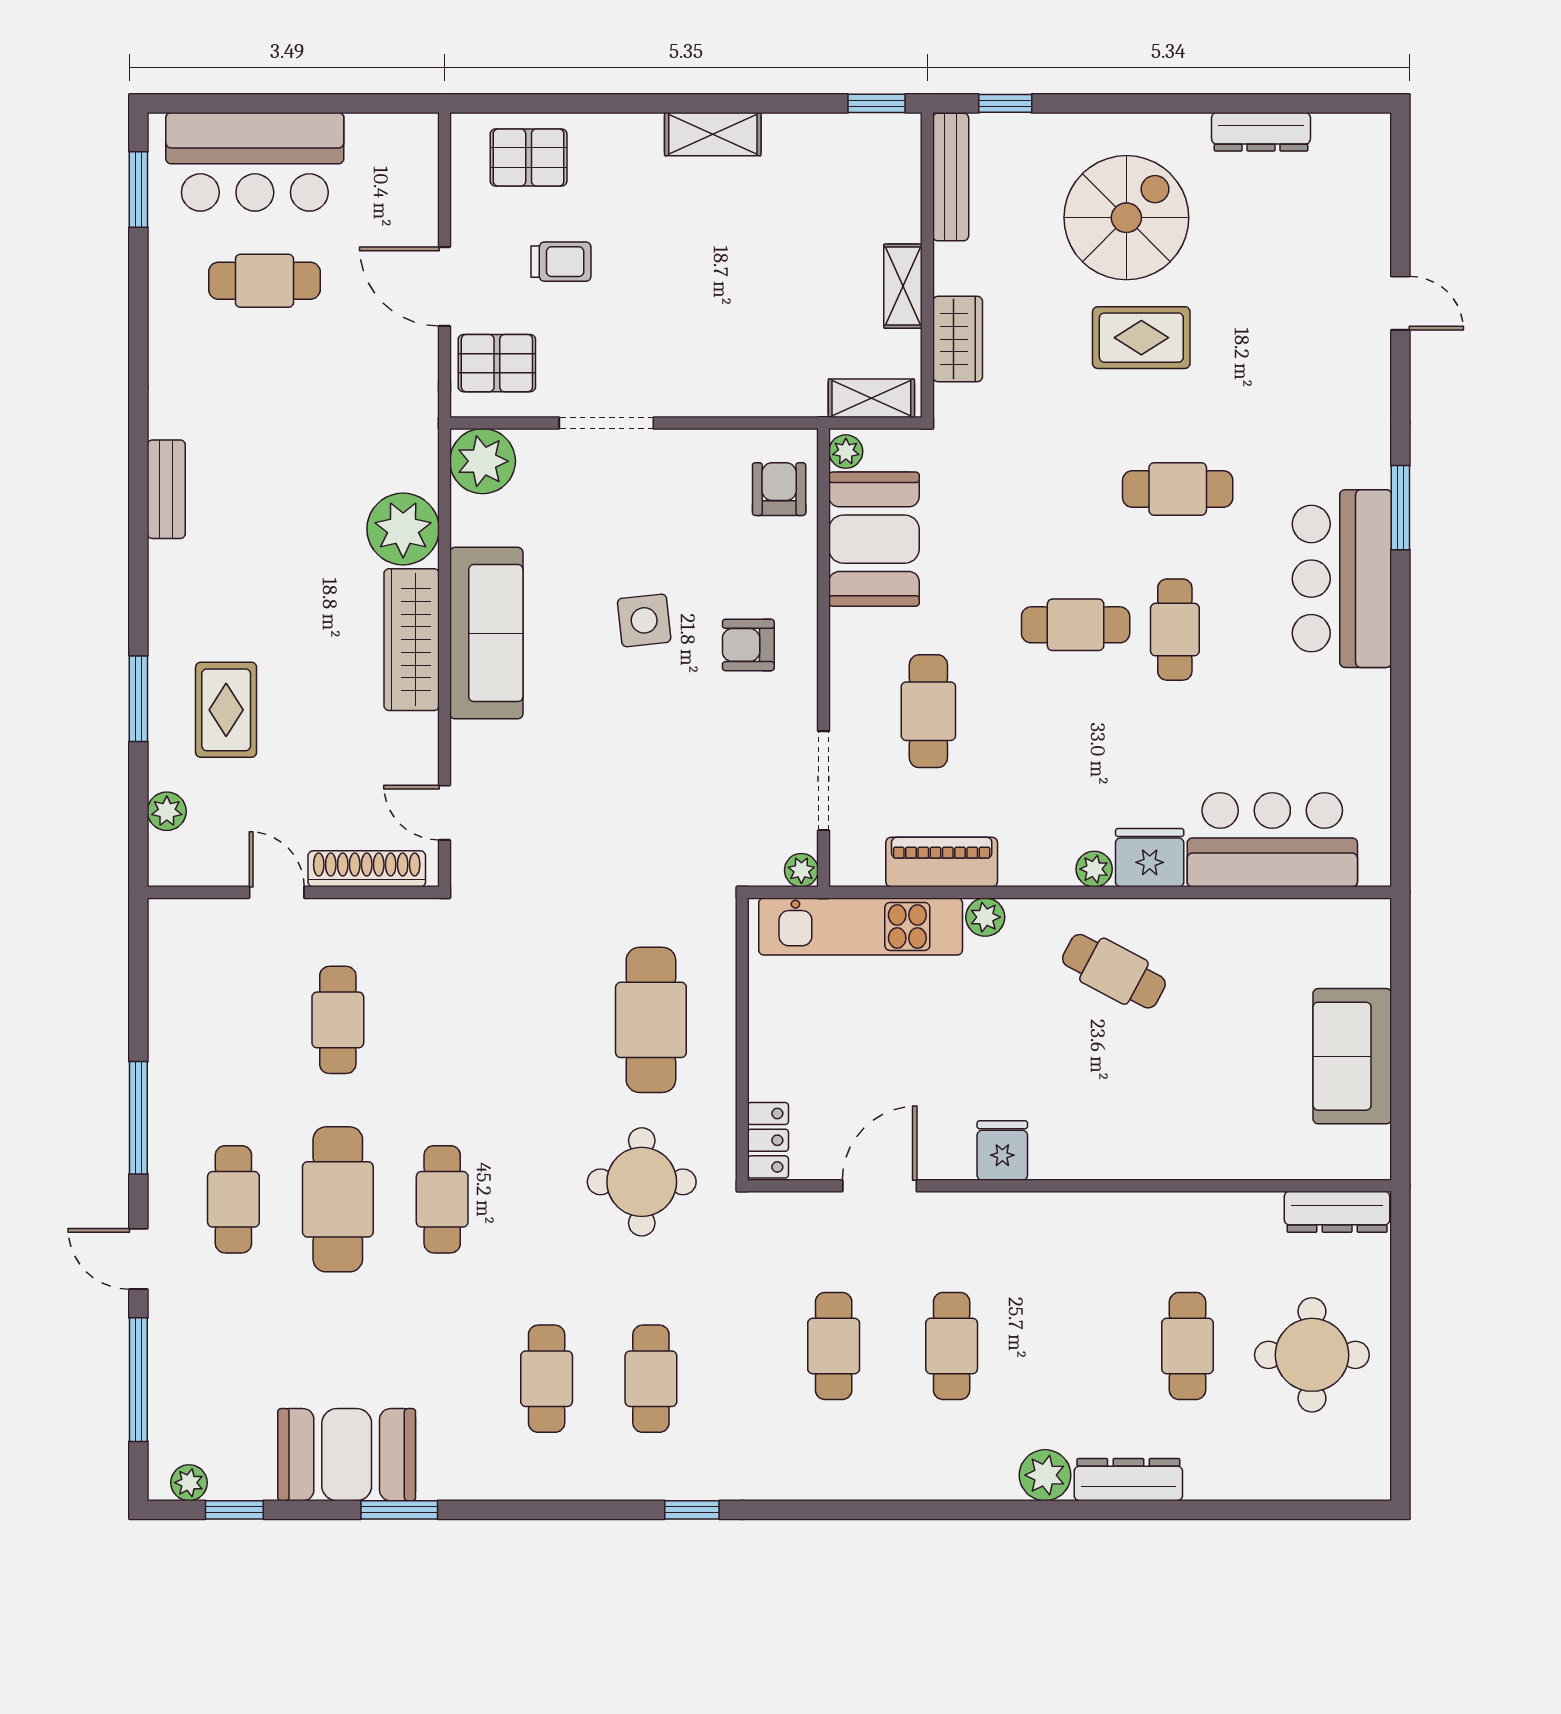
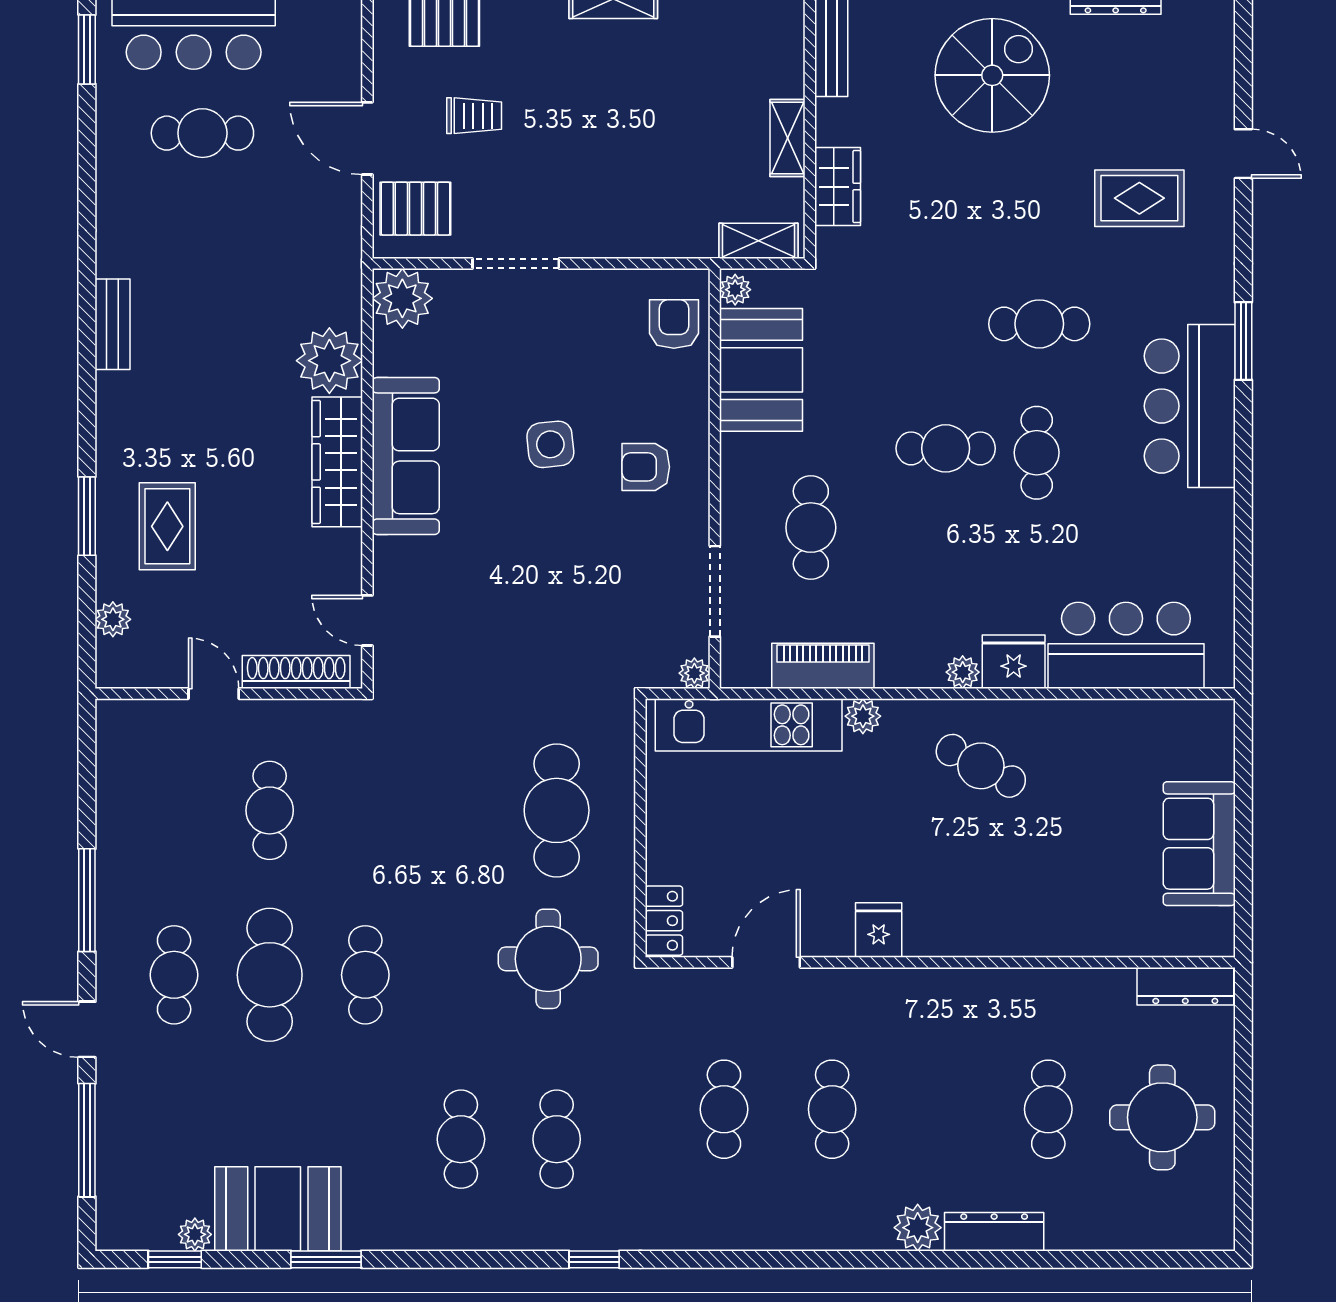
rug: (1141, 338) -> (1139, 198), moved
plant: (189, 1483) -> (195, 1234), moved

